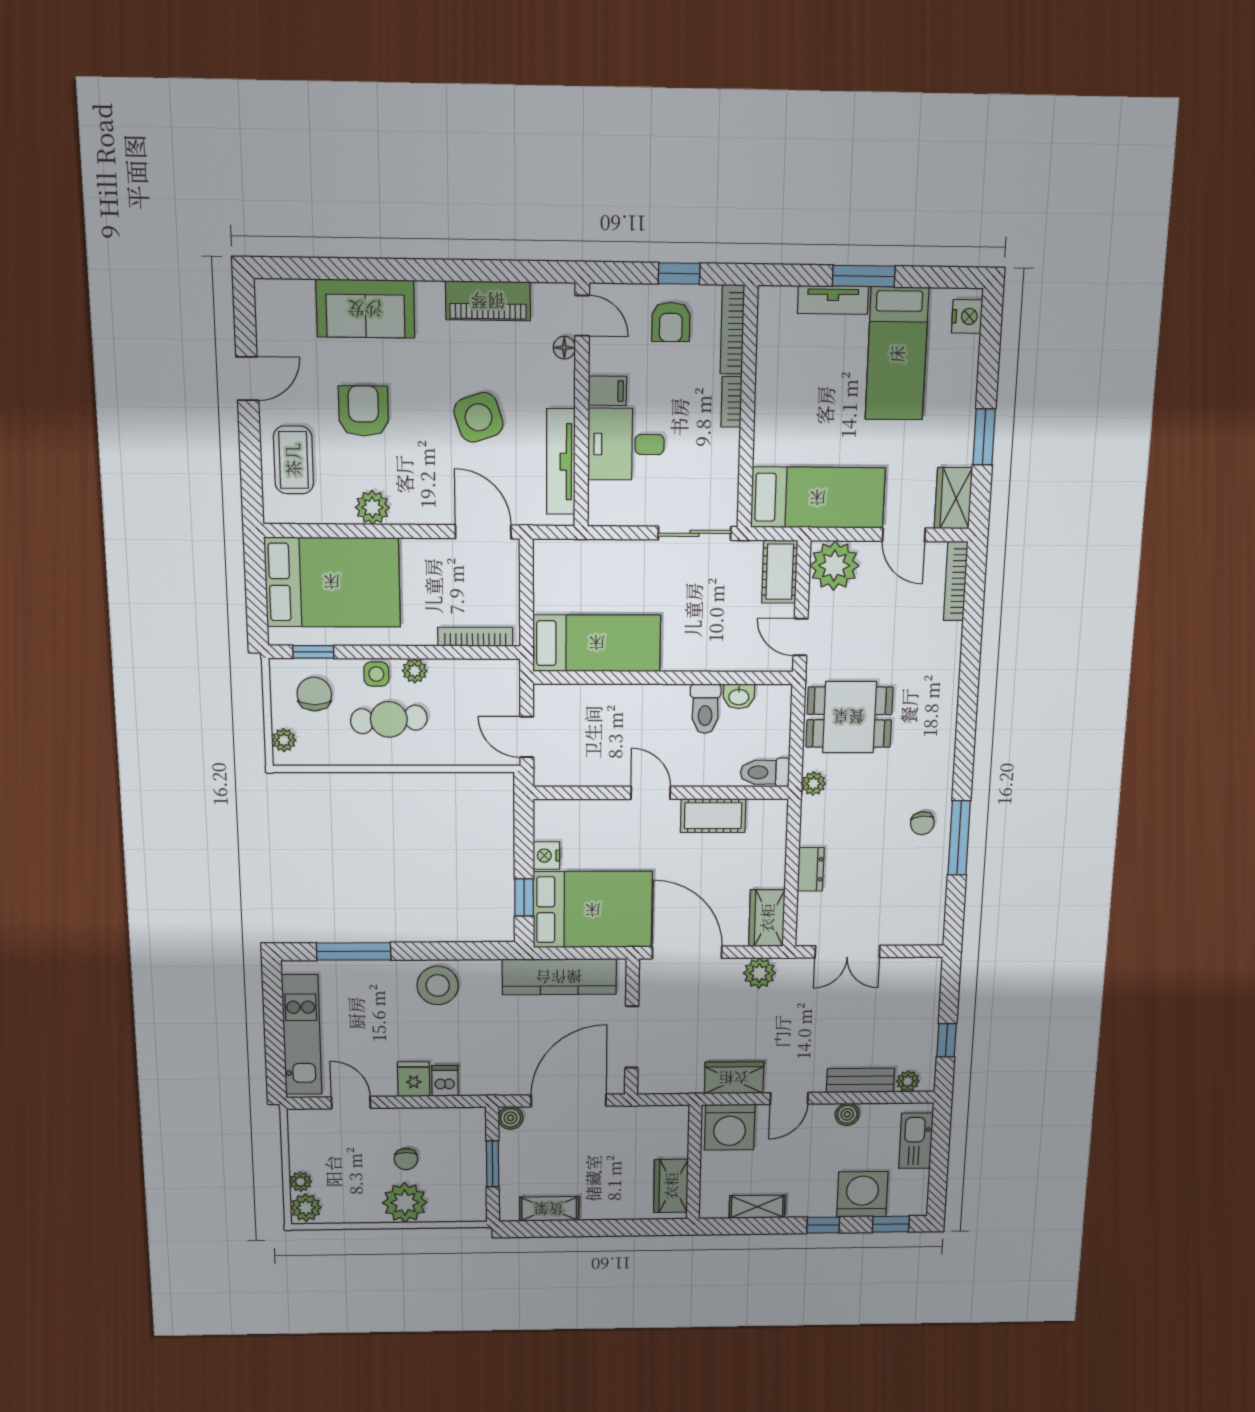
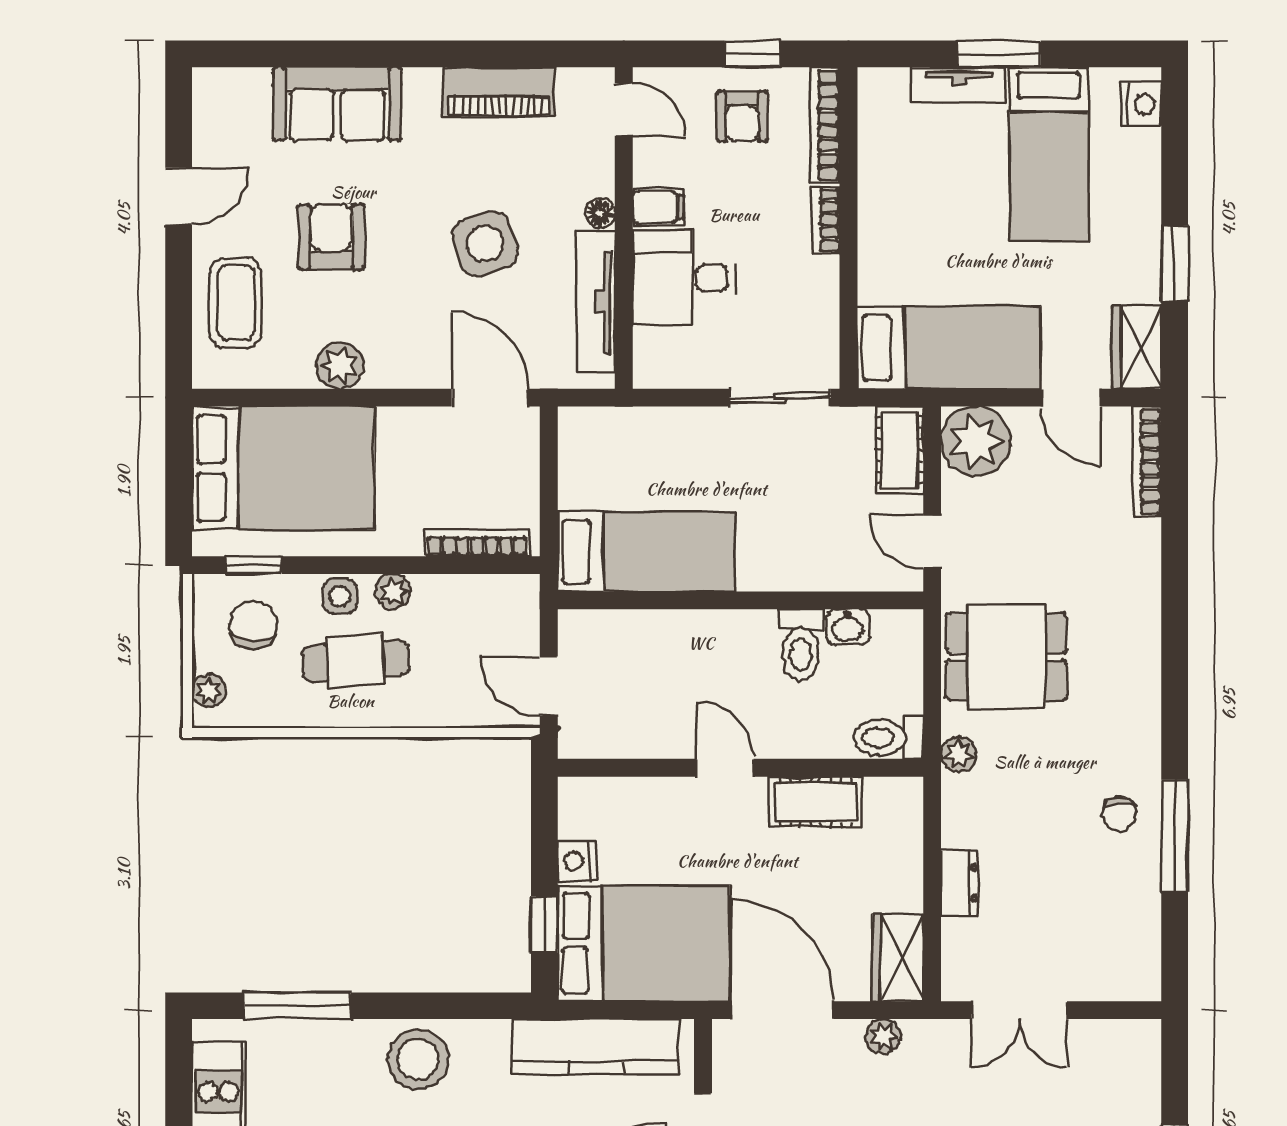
floor lamp: (564, 348) -> (600, 213), moved
plant: (759, 973) -> (883, 1036), width x0.73, depth x0.73

